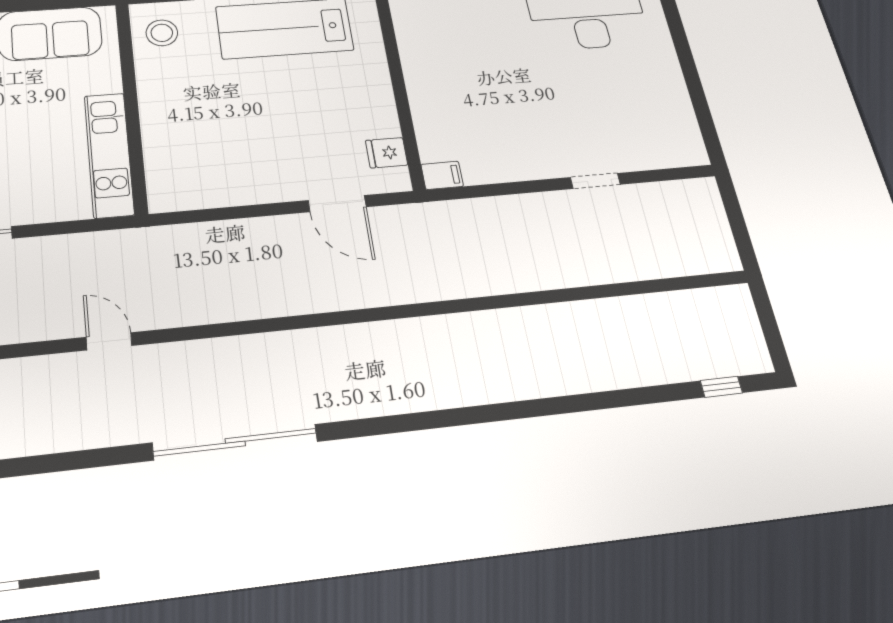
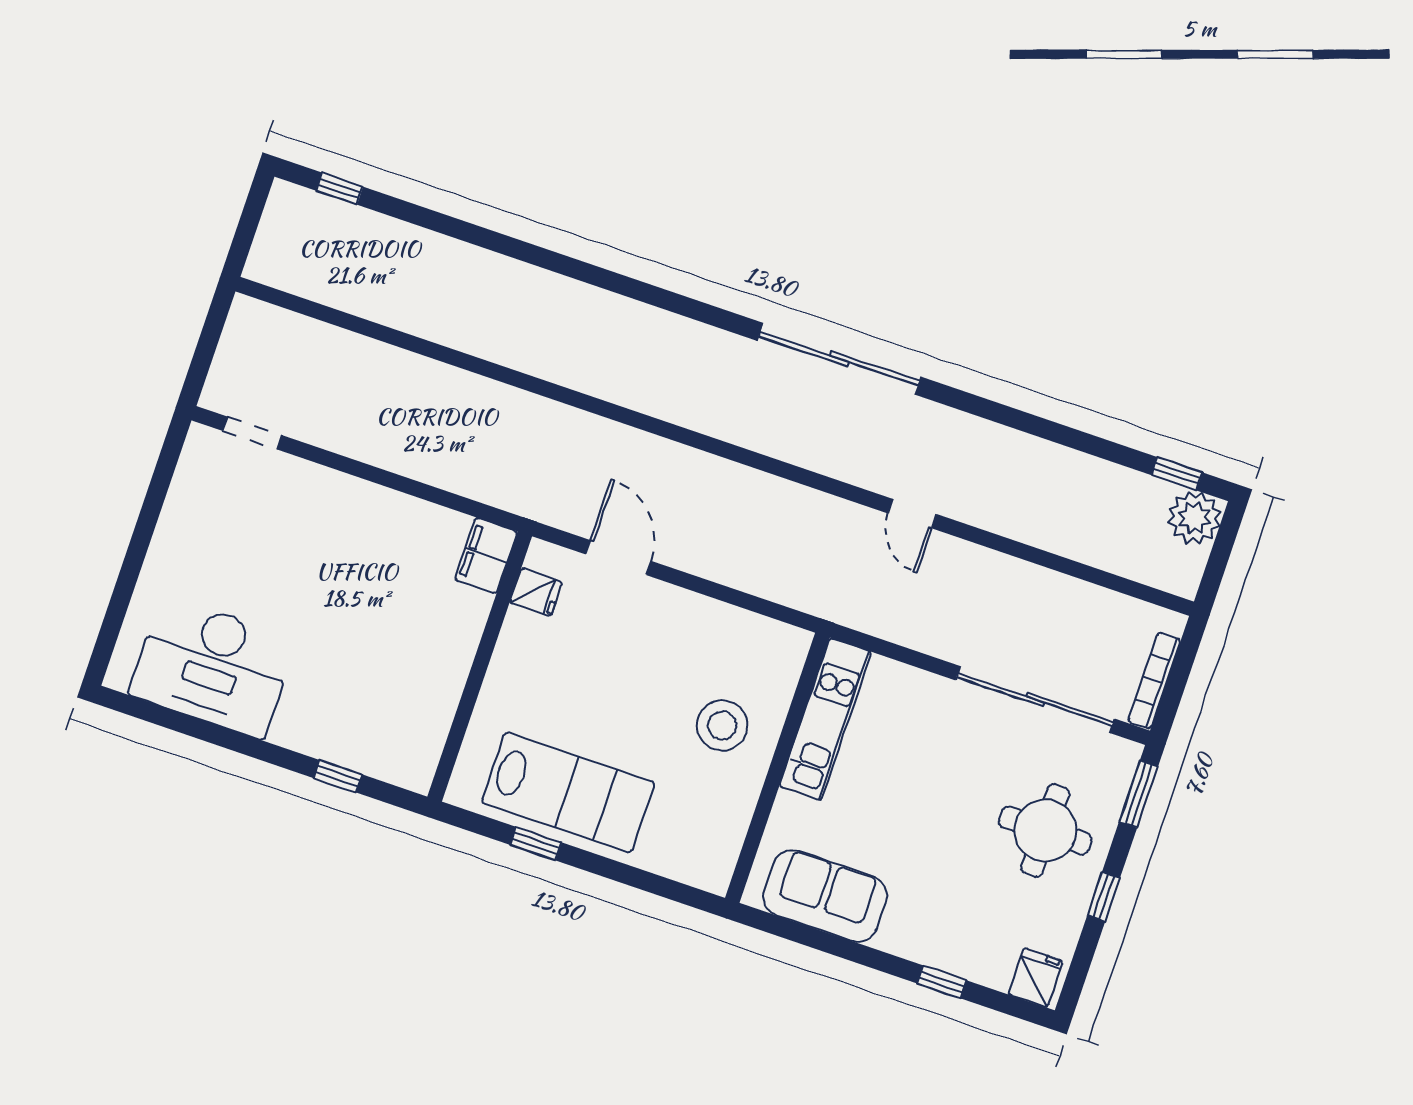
stool: (162, 33) -> (722, 725), moved, width x1.38, depth x1.38
filing cabinet: (442, 175) -> (486, 556), width x2.00
doorway: (595, 181) -> (252, 433), moved

